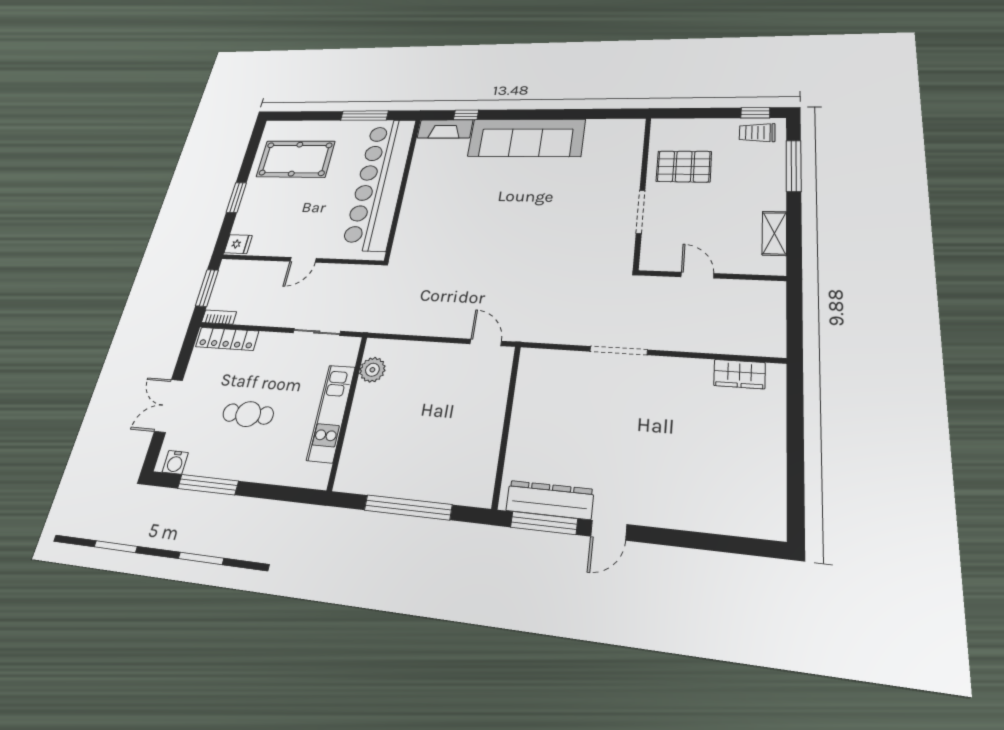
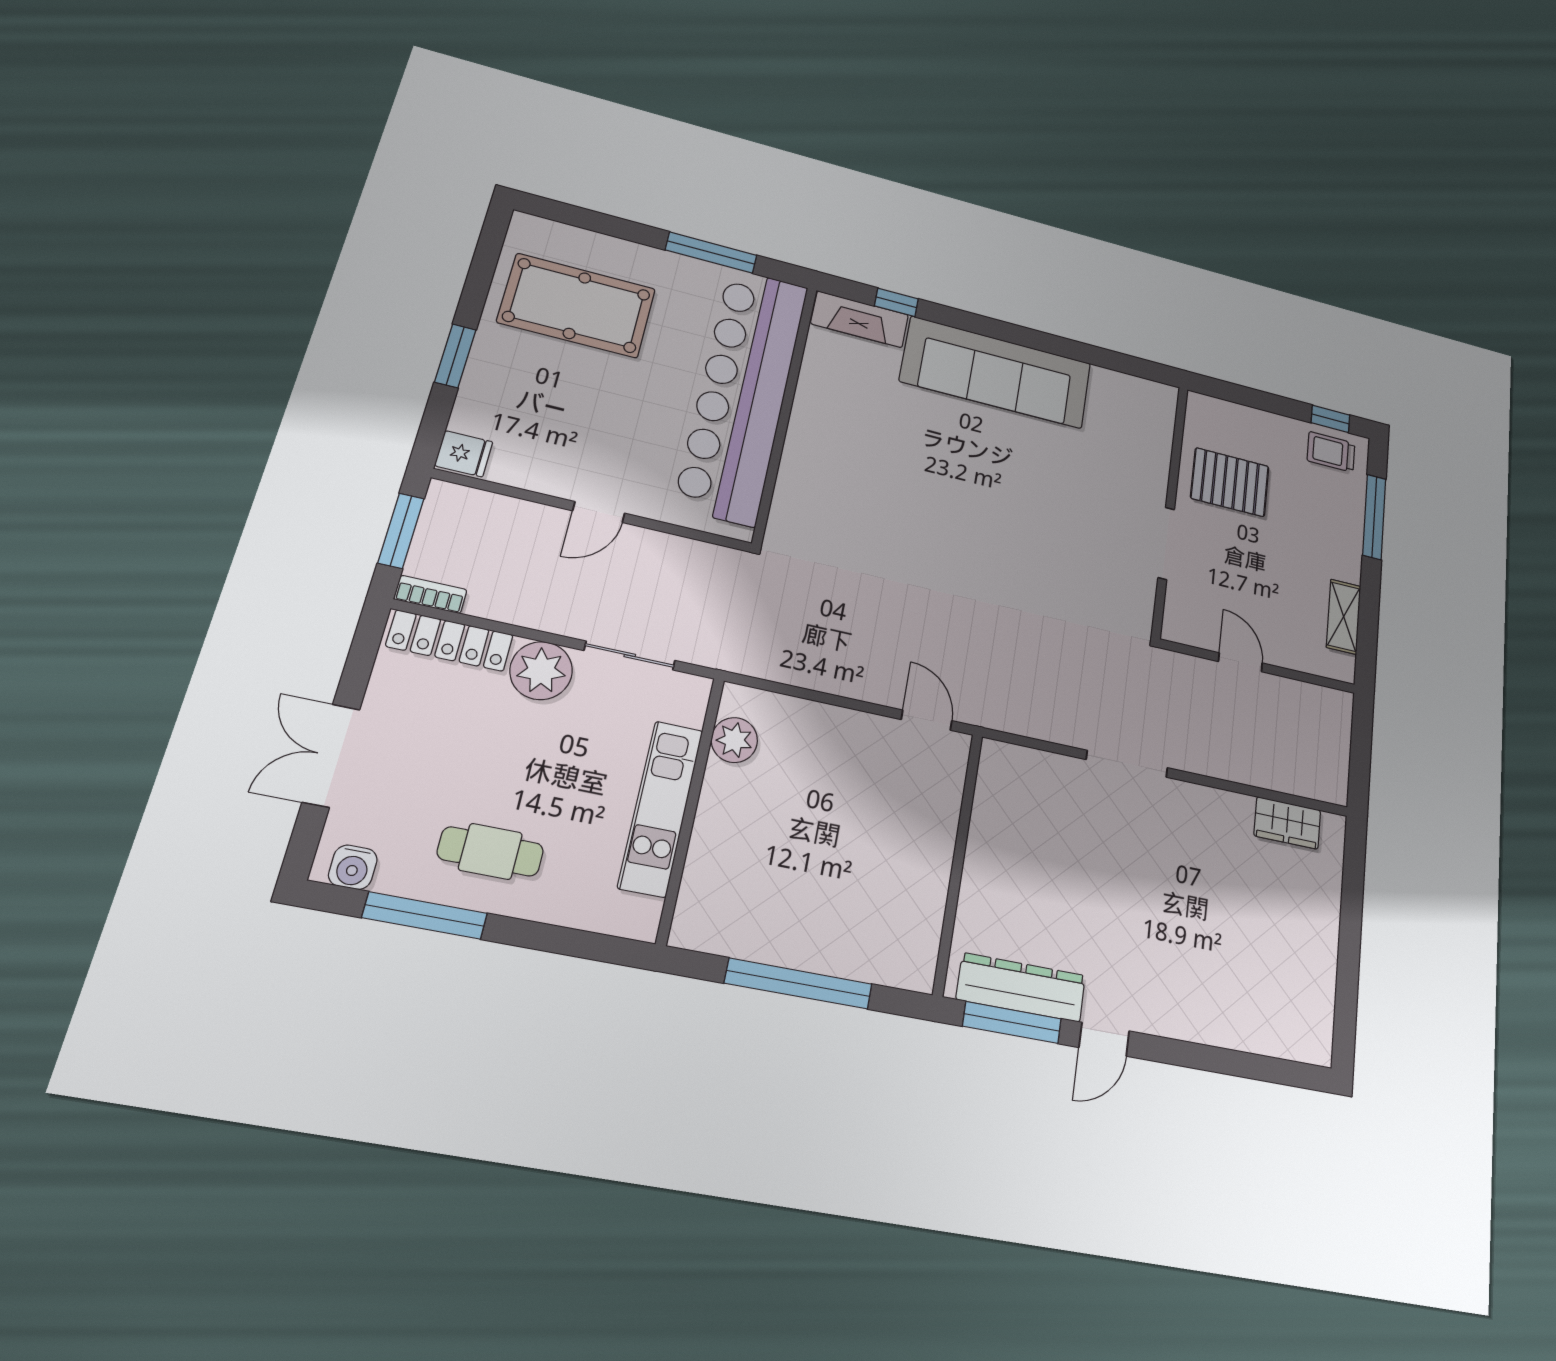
plant: (271, 347) -> (541, 671), added
cafe table: (248, 414) -> (490, 851), moved

